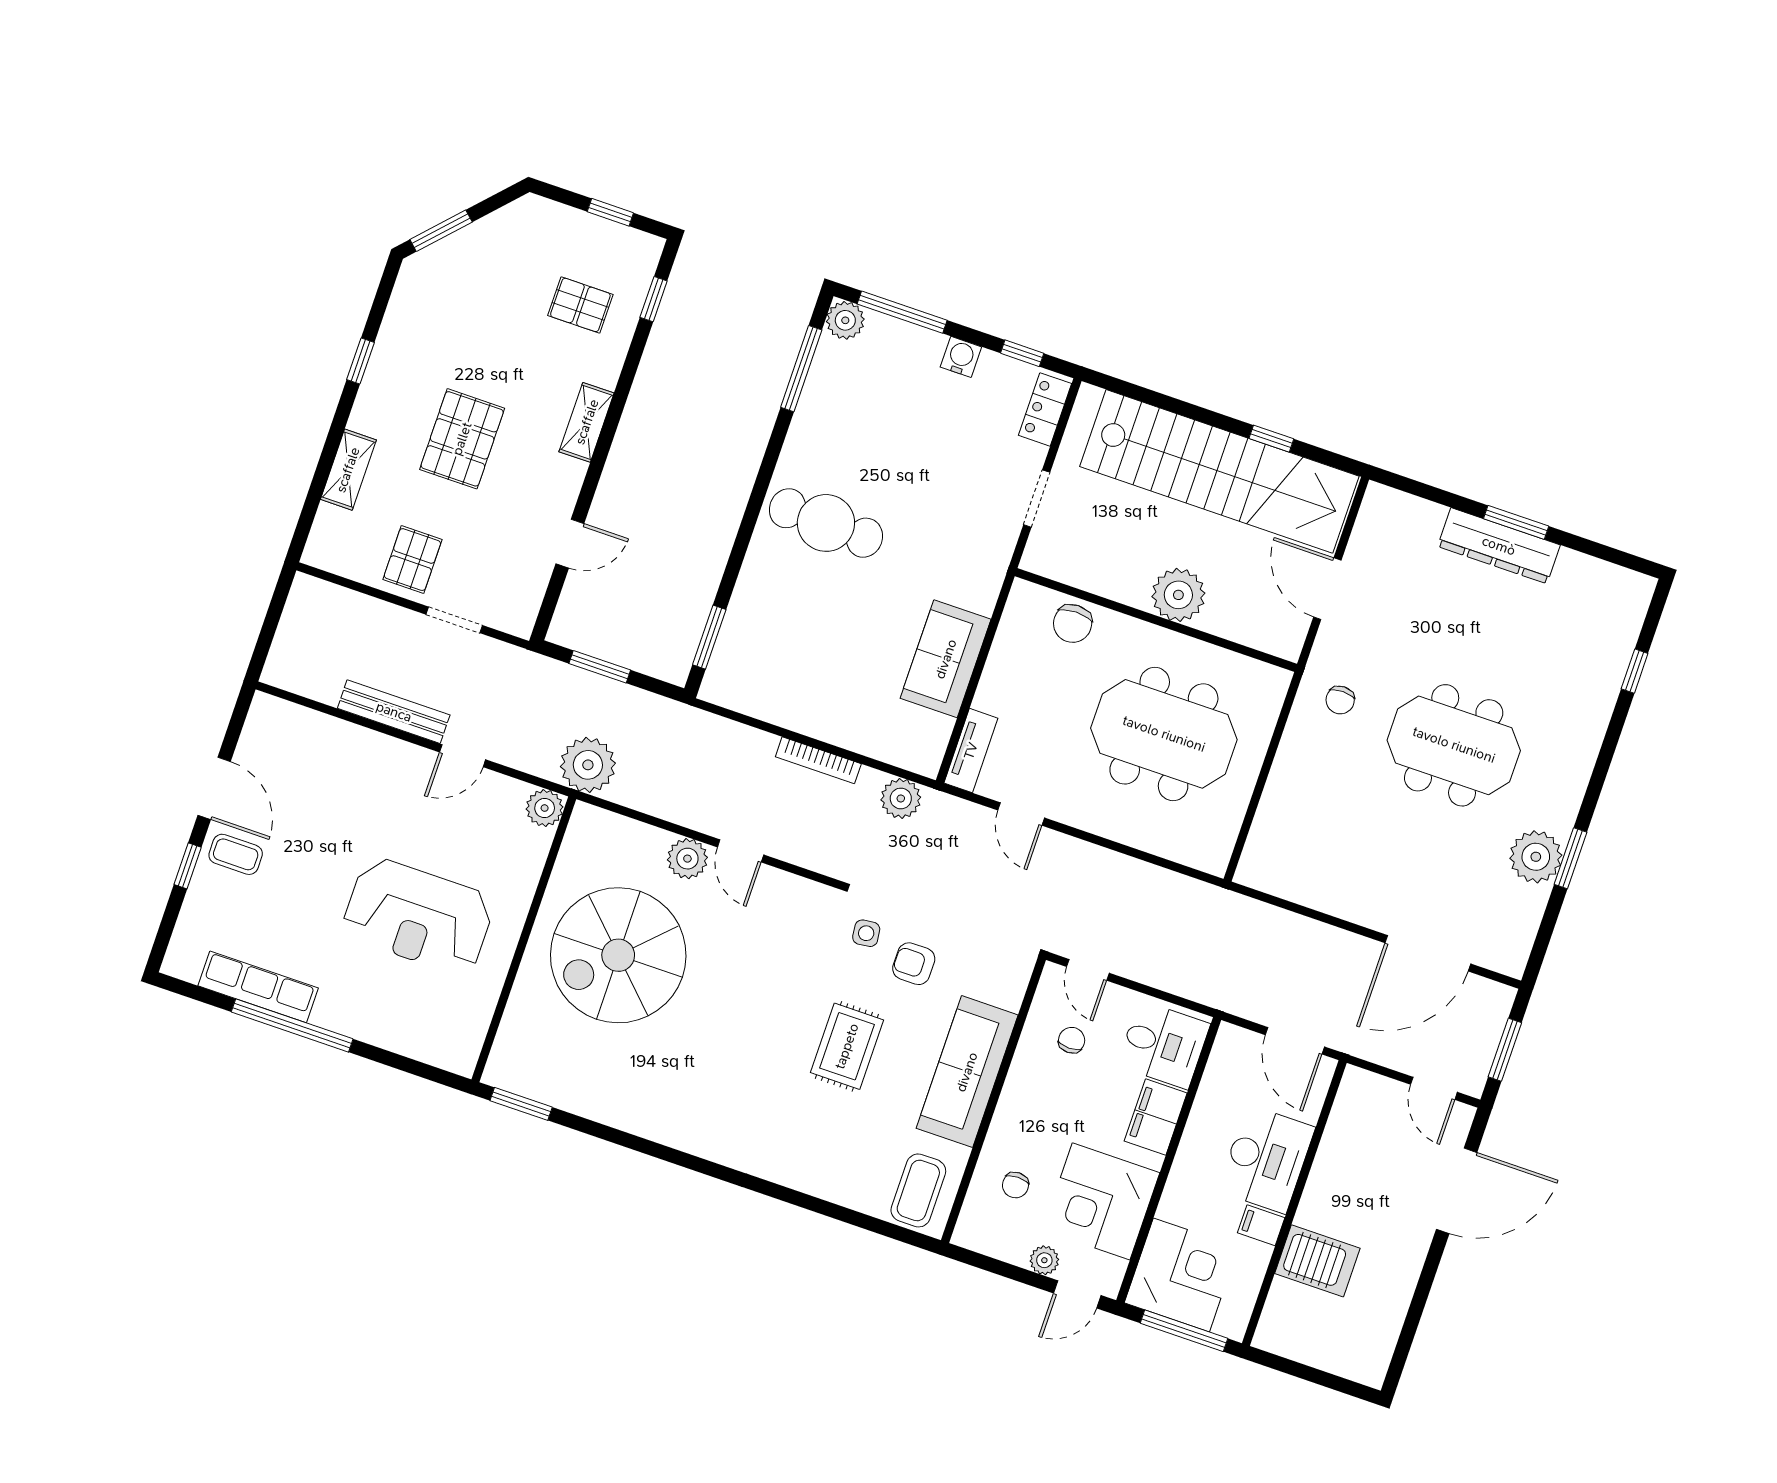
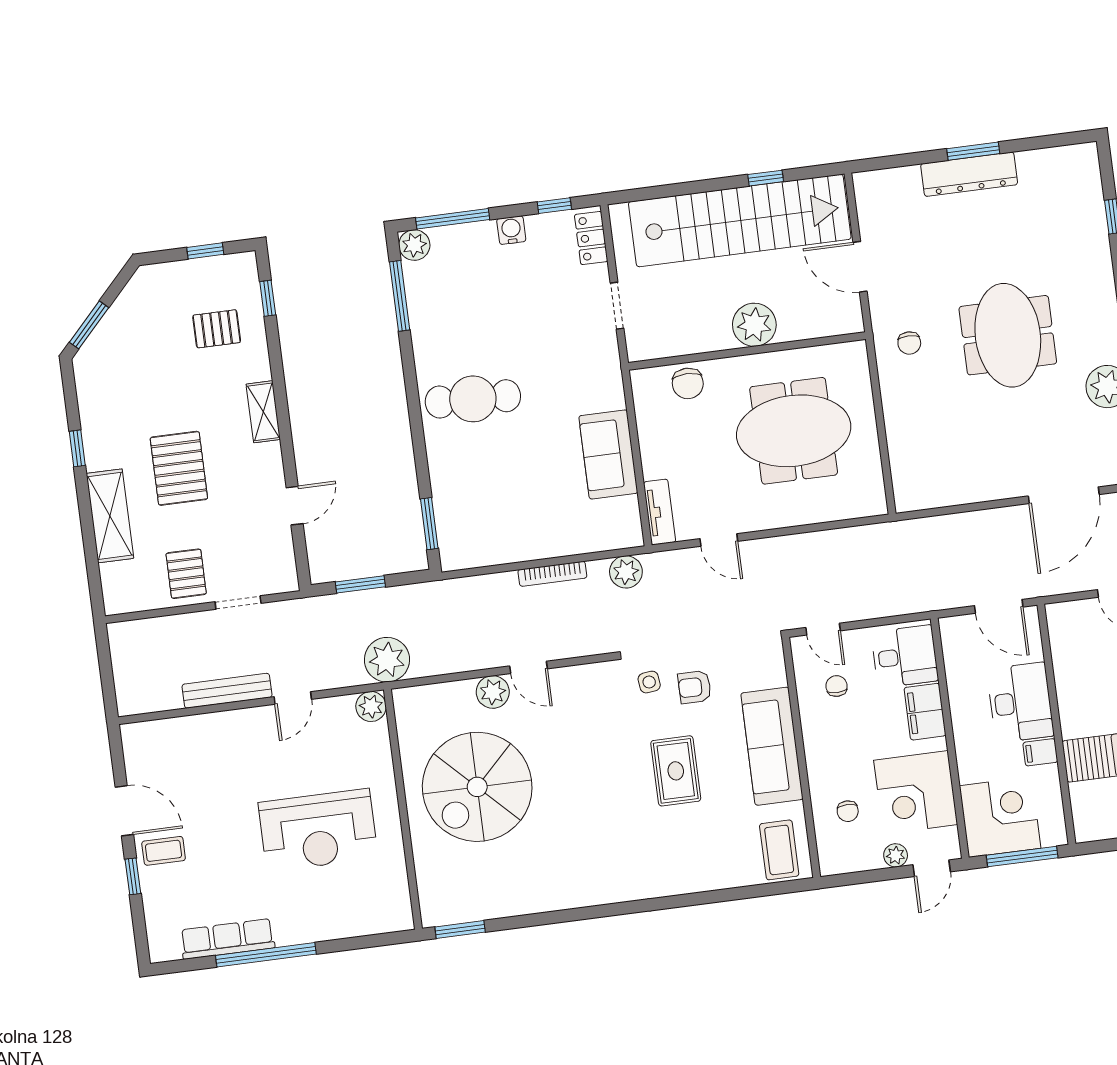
shelving: (348, 470) -> (110, 516), width x1.50, depth x1.33
meeting table: (1454, 745) -> (1008, 335), turned 90

